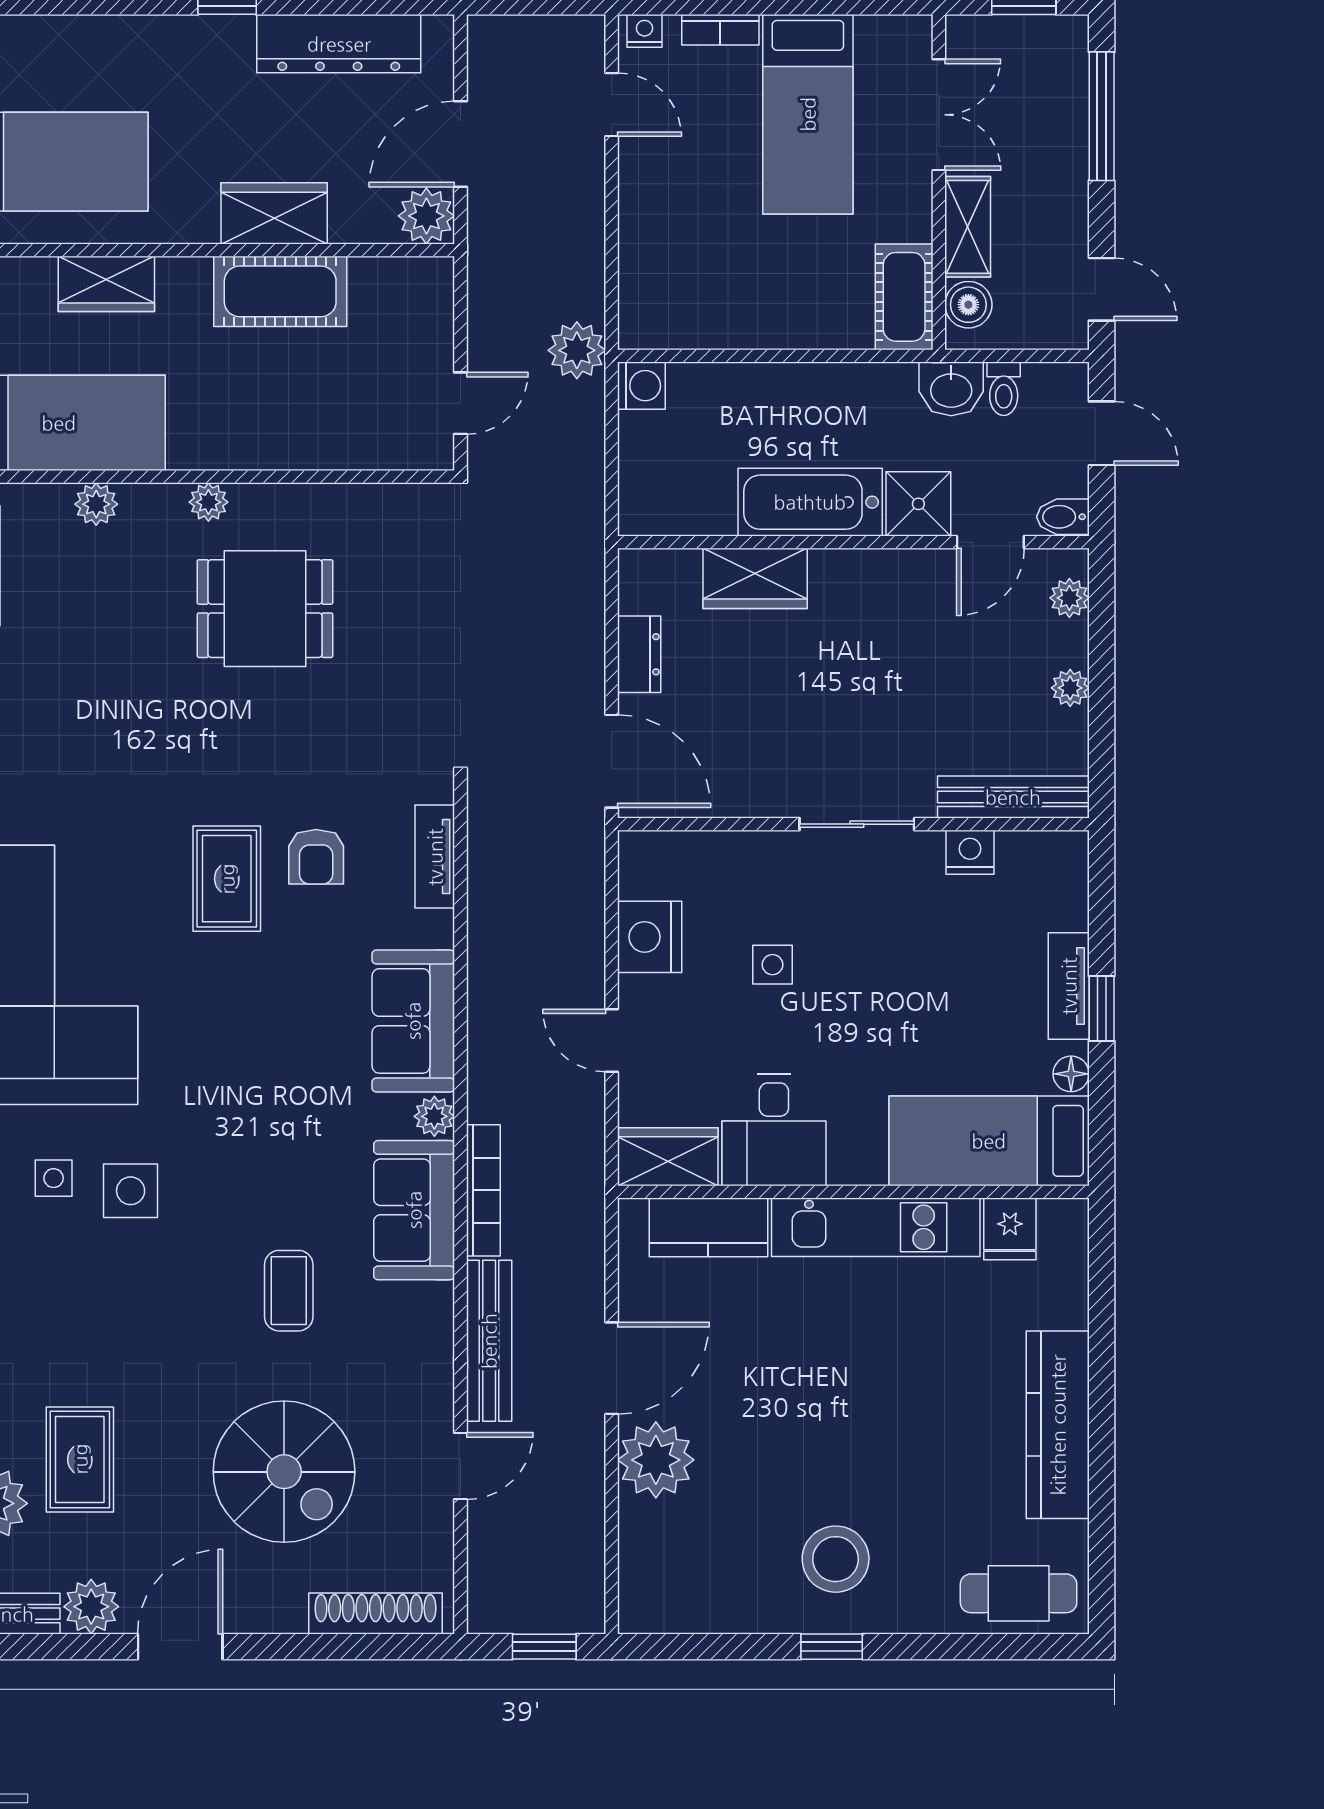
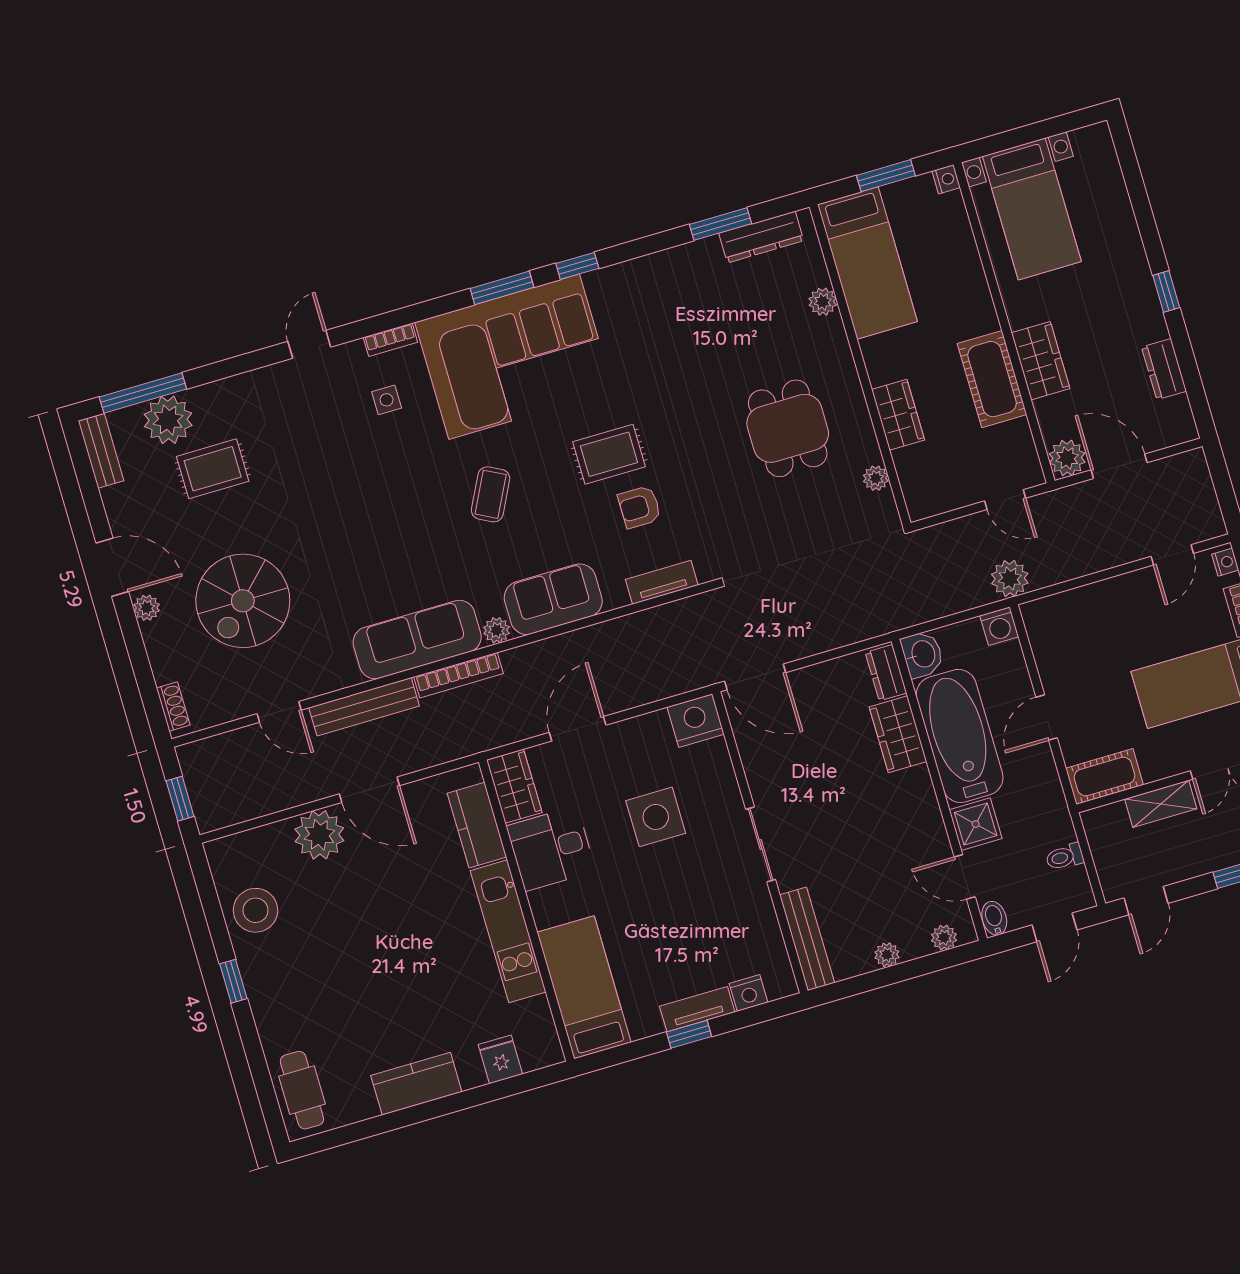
dresser: (339, 44) -> (1164, 369), width x0.51, depth x0.80
wardrobe: (106, 284) -> (898, 415), moved, turned 180
boiler: (968, 305) -> (1111, 819), removed
door: (794, 356) -> (1047, 717), added
washbasin: (951, 389) -> (922, 654), moved, turned 180
door: (460, 403) -> (1005, 500), moved
plant: (208, 502) -> (876, 478), moved
bathtub: (810, 502) -> (960, 736), width x1.36, depth x1.36
dresser: (639, 654) -> (886, 673), moved, turned 90
door: (612, 761) -> (755, 677), hinge flipped
nightstand: (970, 852) -> (749, 993), moved, turned 90
nightstand: (650, 937) -> (696, 721), moved
side table: (772, 965) -> (656, 817), width x1.87, depth x1.87
door: (612, 1040) -> (578, 729), width x1.38
floor lamp: (1071, 1074) -> (642, 1027), removed
side table: (131, 1191) -> (393, 451), removed
sofa: (414, 1210) -> (417, 640), width x1.36
fridge: (1010, 1229) -> (500, 1059), moved, turned 90
coffee table: (289, 1291) -> (491, 494), moved, turned -63
kitchen counter: (1058, 1425) -> (416, 1084), width x0.67
stool: (836, 1559) -> (255, 910), moved
plant: (91, 1607) -> (147, 608), moved, width x0.73, depth x0.73
shoe rack: (375, 1613) -> (173, 707), width x0.51, depth x0.81

